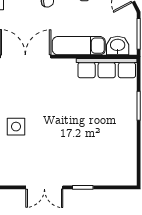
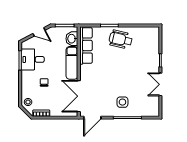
wheelchair: (116, 124) -> (121, 39), added
double door: (44, 187) -> (160, 84), swing flipped

